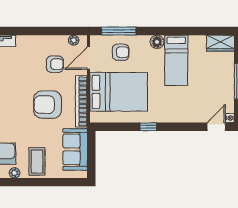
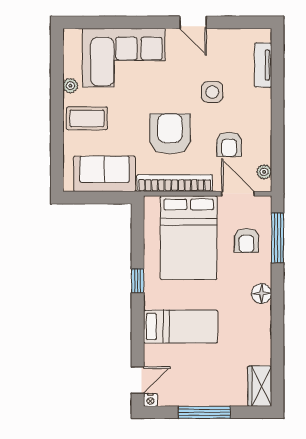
bed: (176, 60) -> (180, 326), moved, turned 180
side table: (19, 76) -> (212, 92), added
door: (216, 127) -> (138, 380), hinge flipped

